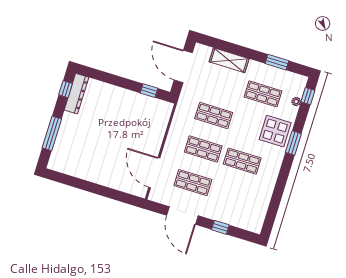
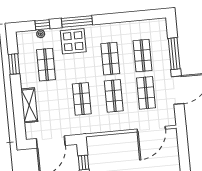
window: (308, 96) -> (42, 25), moved
window: (293, 143) -> (77, 22), width x1.44
shop shelf: (232, 195) -> (142, 56), added
window: (220, 227) -> (174, 54), width x2.17

